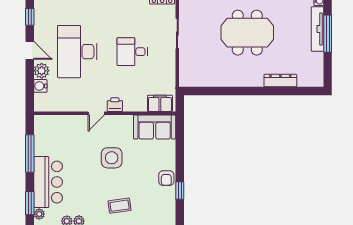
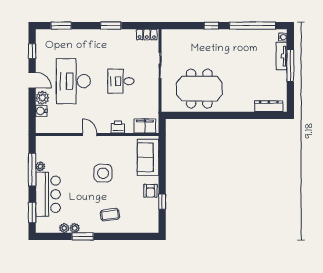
tv unit: (317, 29) -> (282, 56), width x0.71
meeting table: (247, 33) -> (199, 89), moved
dresser: (280, 81) -> (269, 106), moved
printer: (115, 105) -> (118, 127), moved
door: (96, 113) -> (90, 135), swing flipped
sofa: (155, 127) -> (148, 157), moved, turned 90
plant: (39, 214) -> (40, 166), moved

